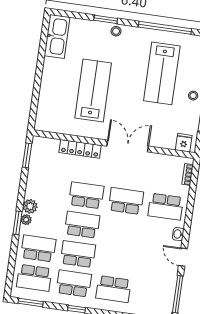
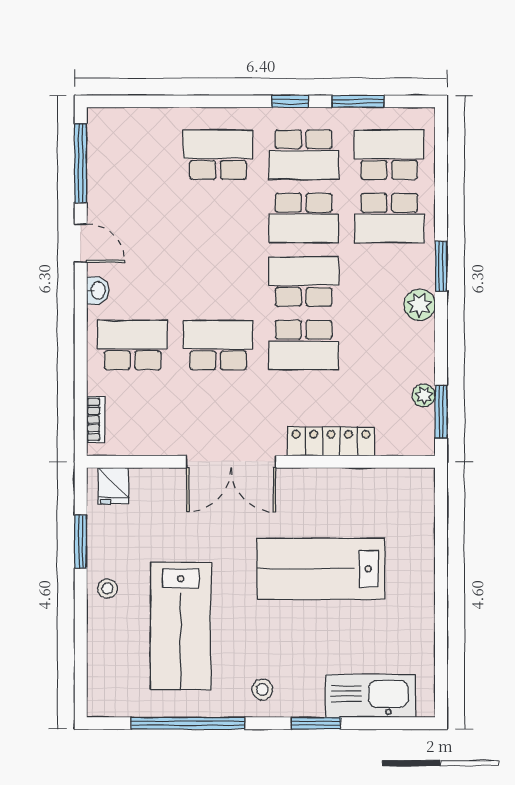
stool: (116, 31) -> (262, 689), moved
kitchen sink: (57, 36) -> (370, 696), moved, turned 90
lab bench: (162, 73) -> (181, 626), turned 180
lab bench: (93, 91) -> (321, 569), turned 90
school desk: (126, 201) -> (218, 345), turned 180
plant: (26, 220) -> (424, 395), moved
school desk: (82, 225) -> (304, 282), turned 180
window: (31, 302) -> (358, 101), moved

